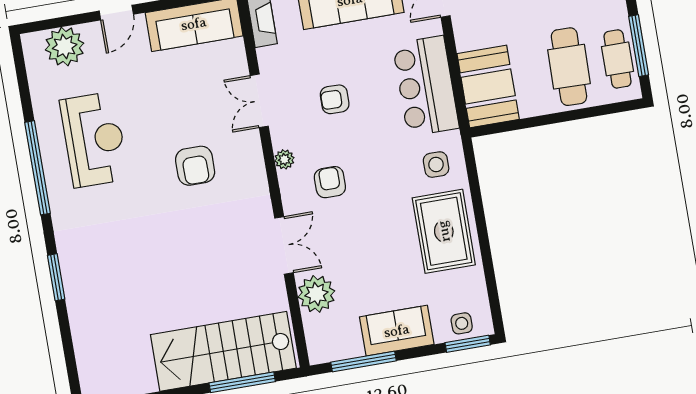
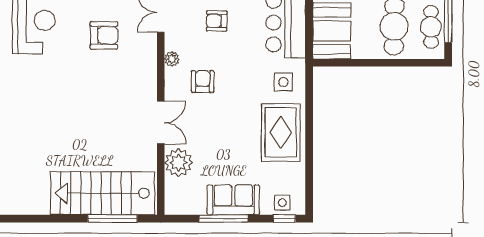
armchair: (195, 166) -> (104, 35), moved, turned -90
window: (468, 344) -> (284, 219), width x0.67
window: (363, 362) -> (223, 219), moved

